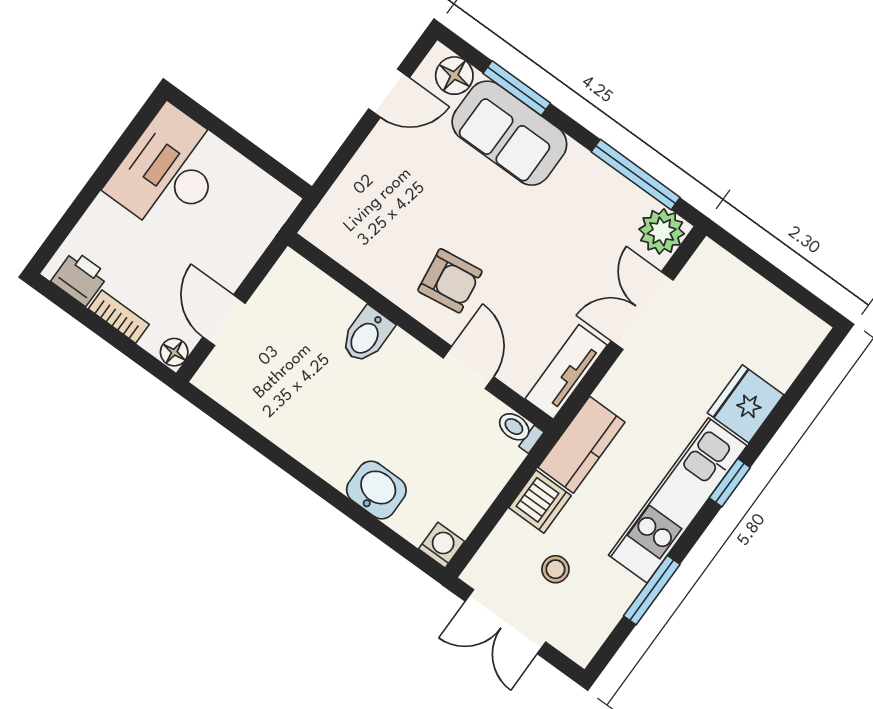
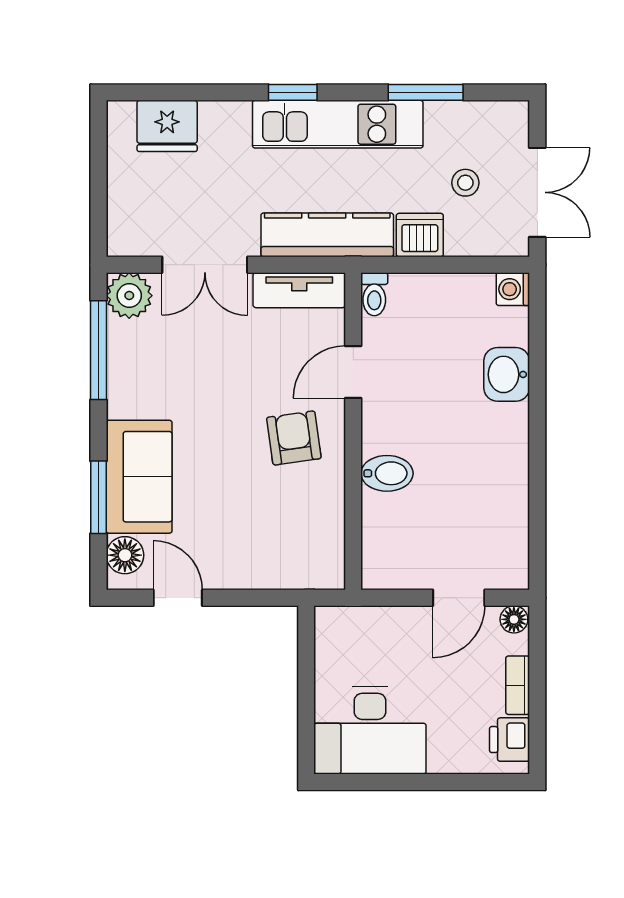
fridge: (746, 404) -> (167, 126), moved
kitchen counter: (581, 445) -> (327, 235), width x1.50

